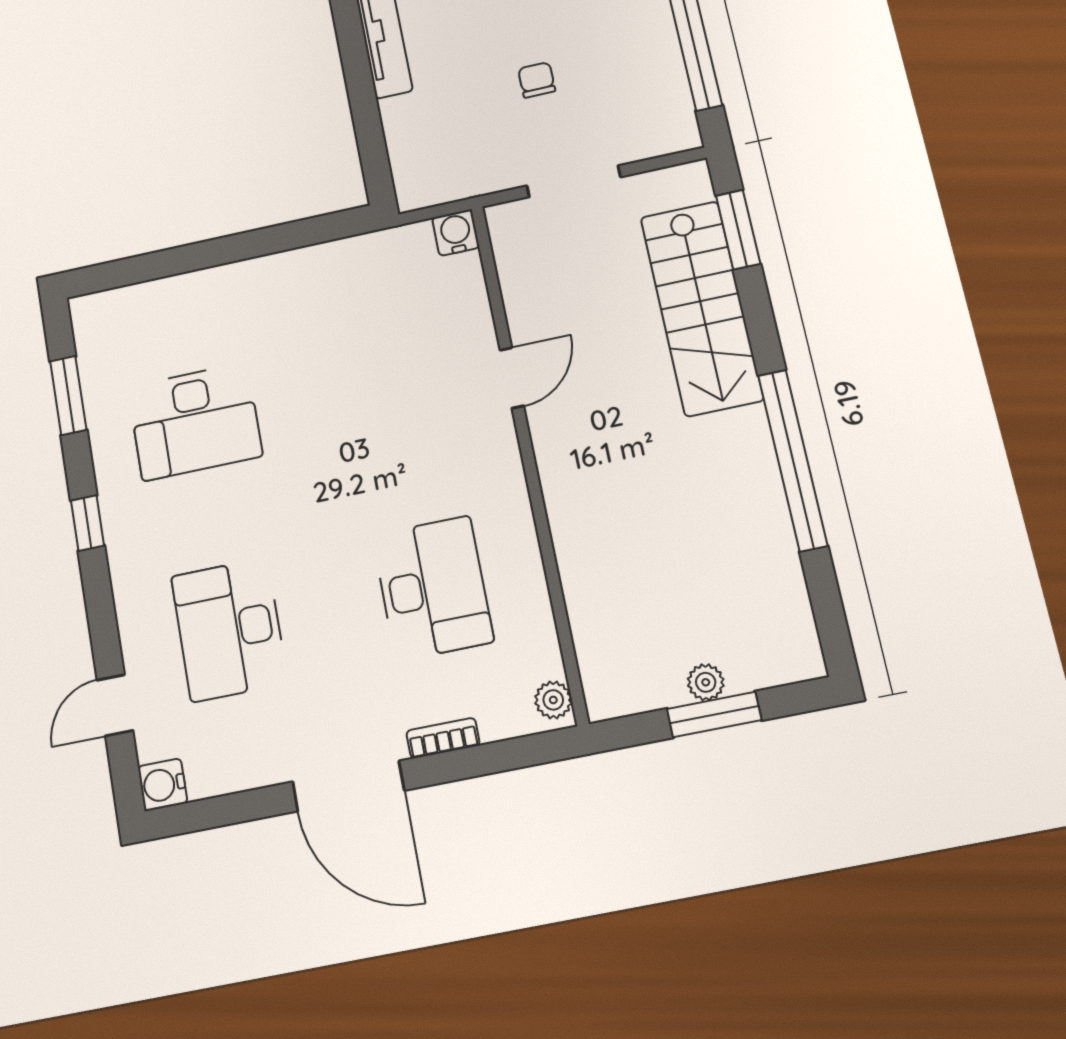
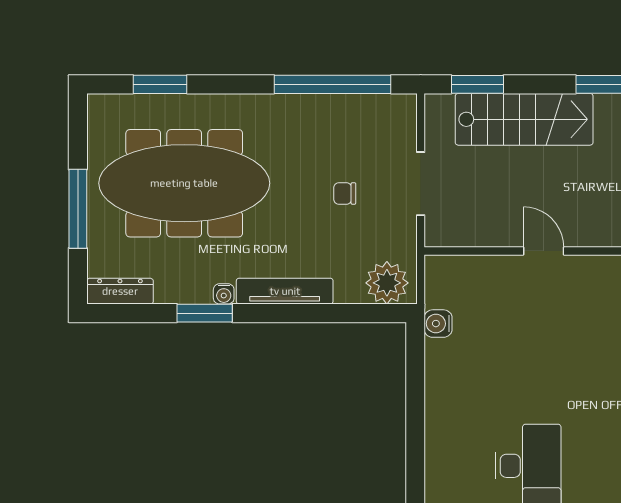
plant: (421, 166) -> (387, 283), added
water cooler: (456, 233) -> (438, 324), moved

